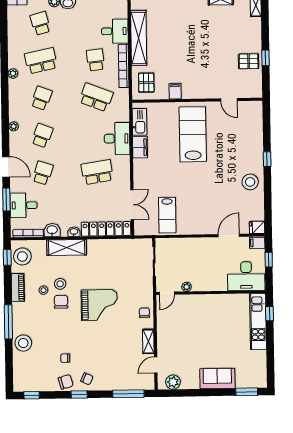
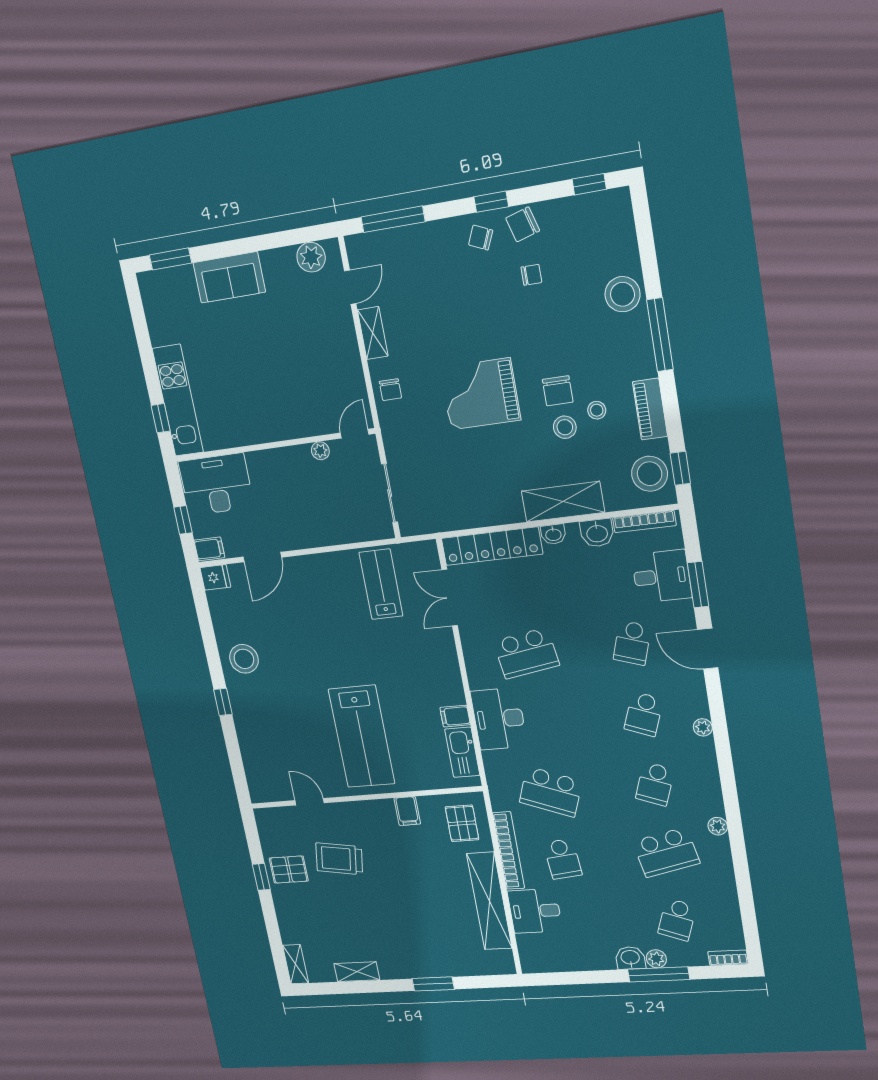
school desk: (40, 23) -> (677, 920), turned 36
trolley: (218, 66) -> (339, 859), added
filing cabinet: (140, 147) -> (455, 716), width x0.50

